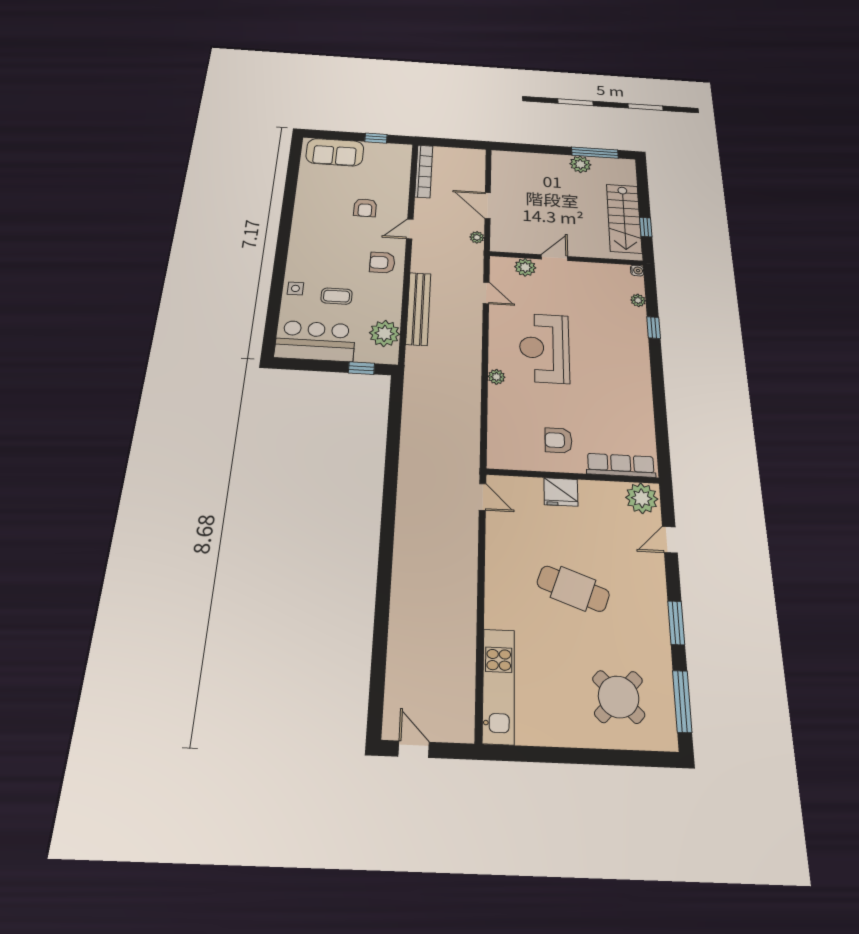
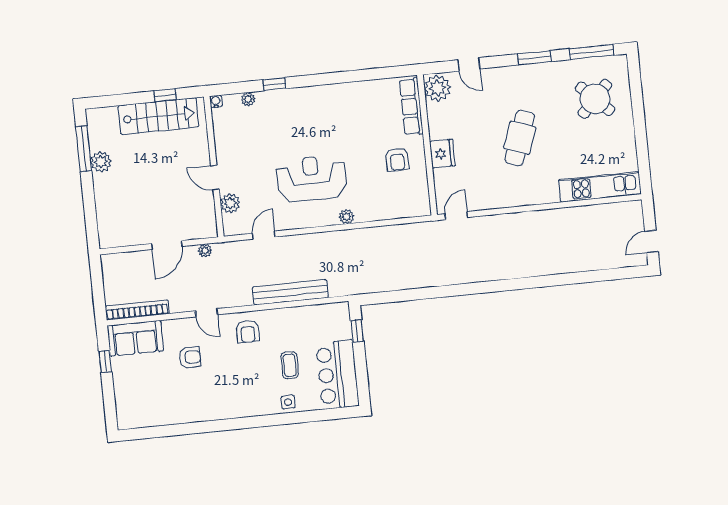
sofa: (335, 152) -> (135, 338), moved, turned 90
plant: (385, 333) -> (320, 317), removed
reception desk: (544, 348) -> (311, 178), turned 180

